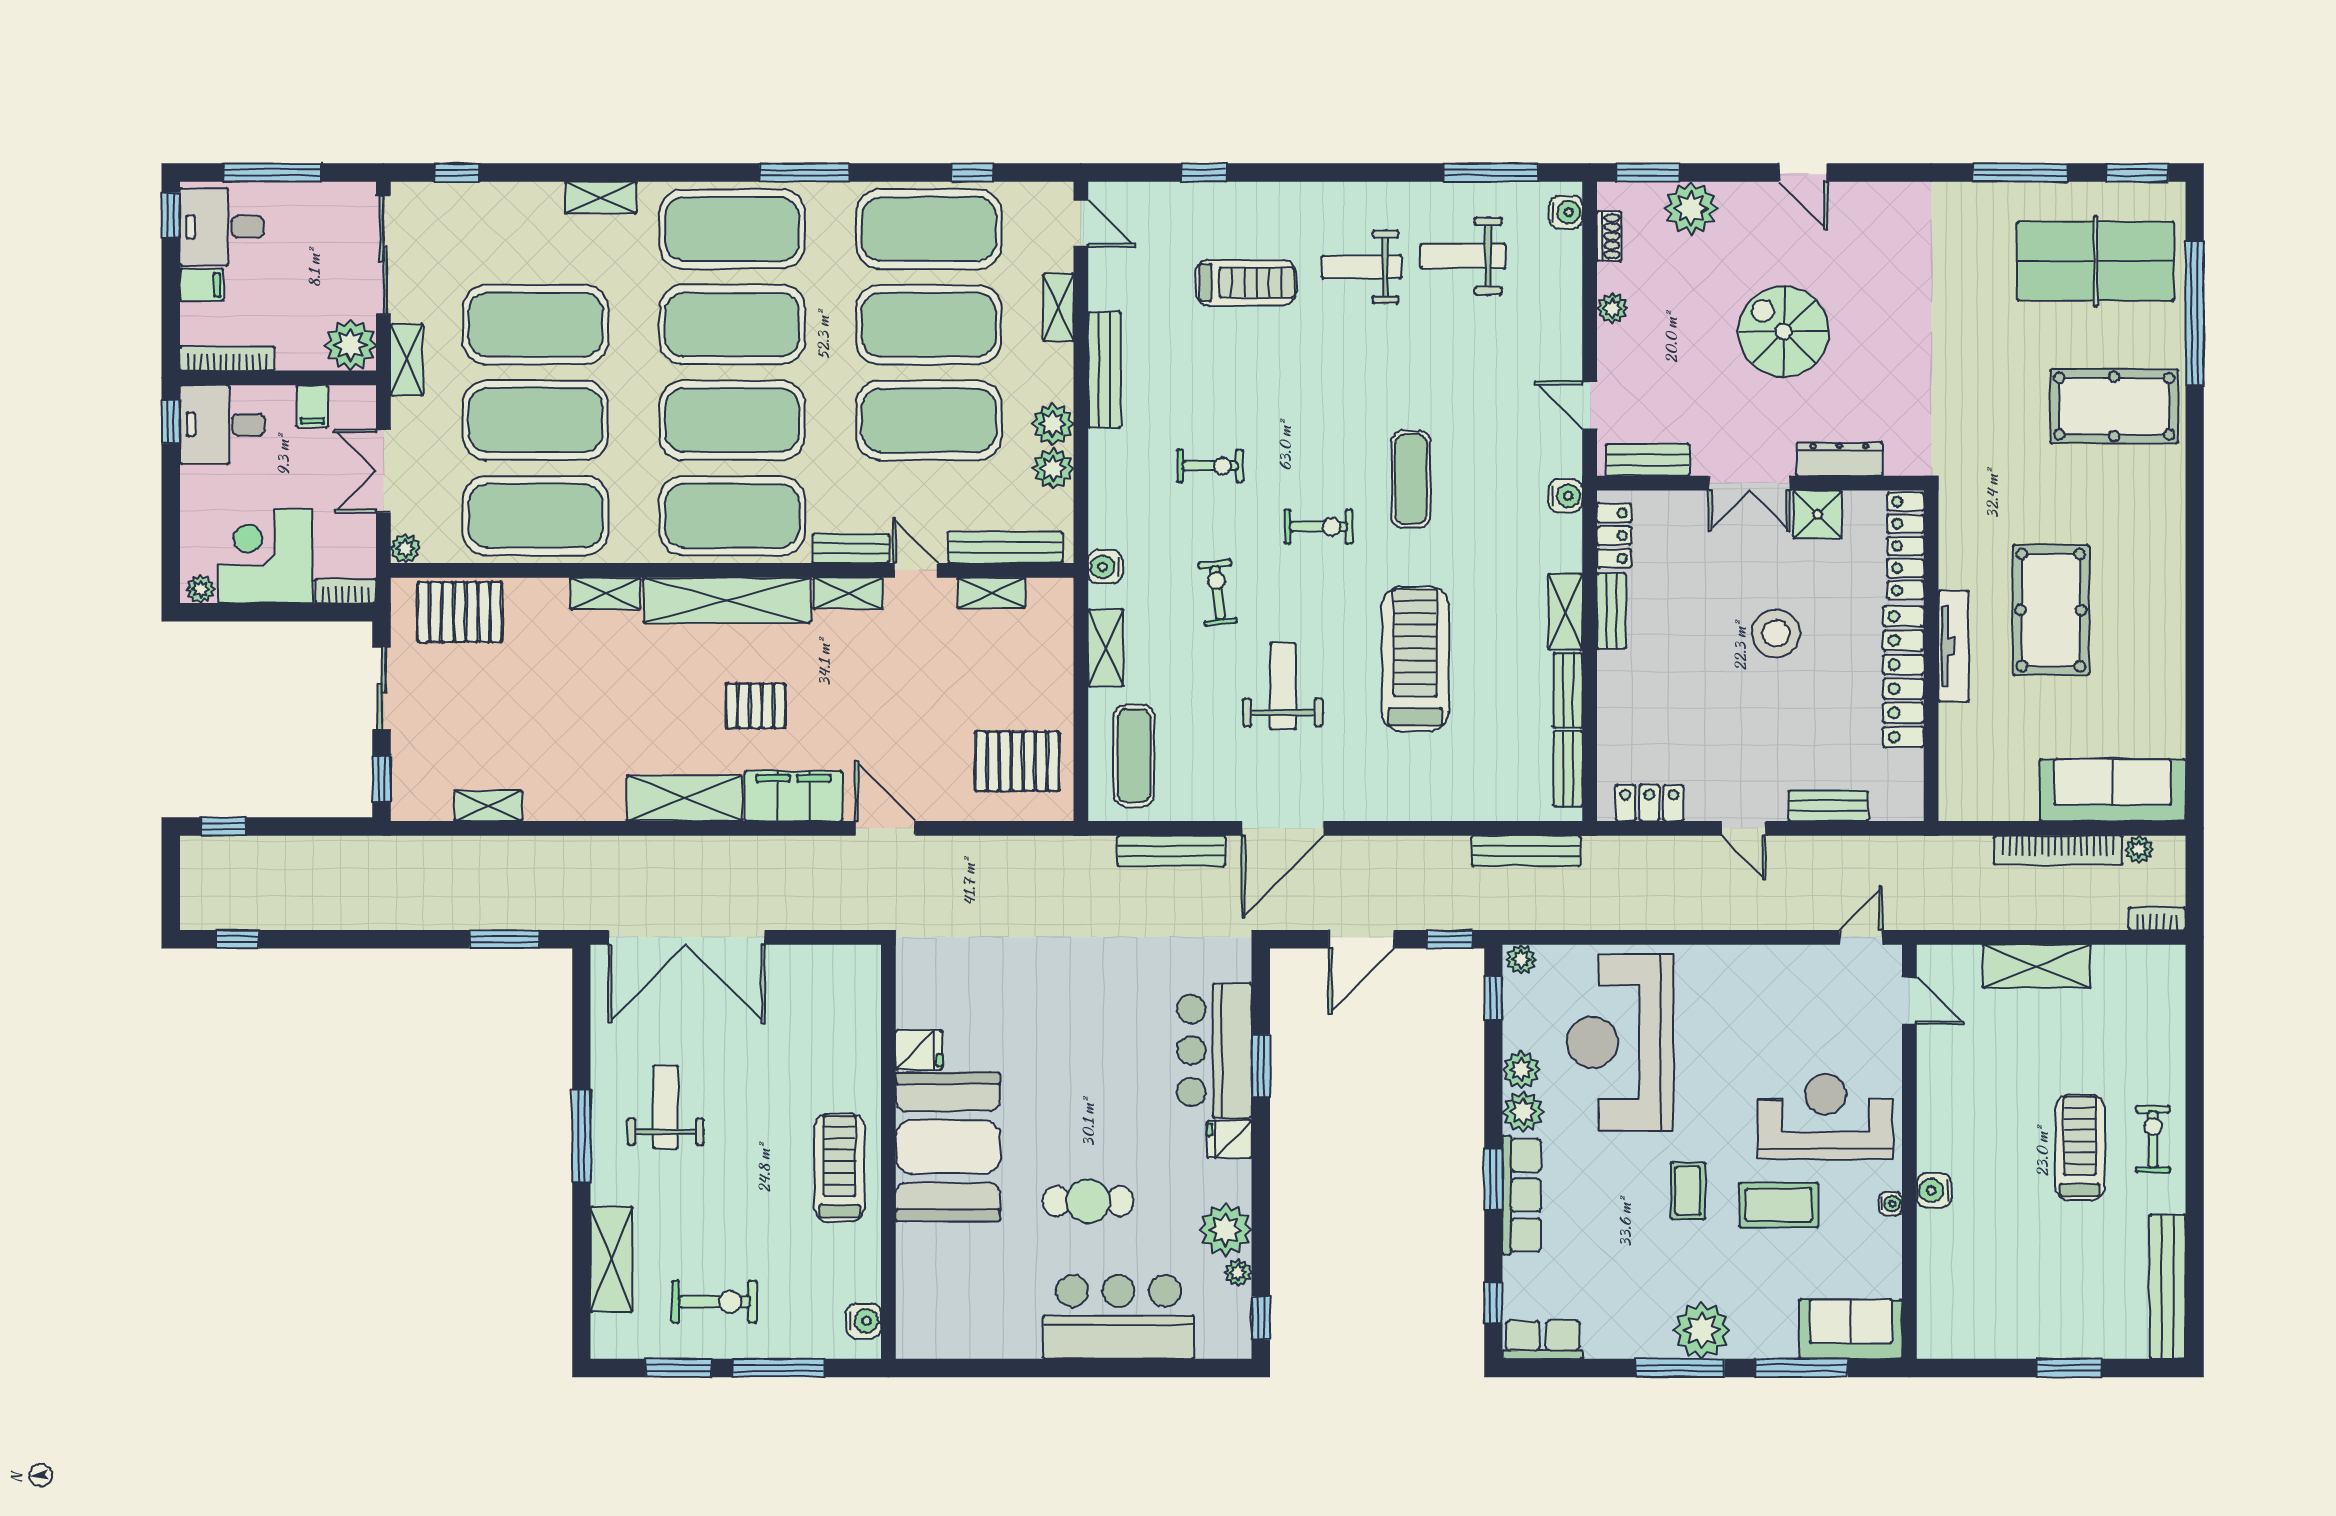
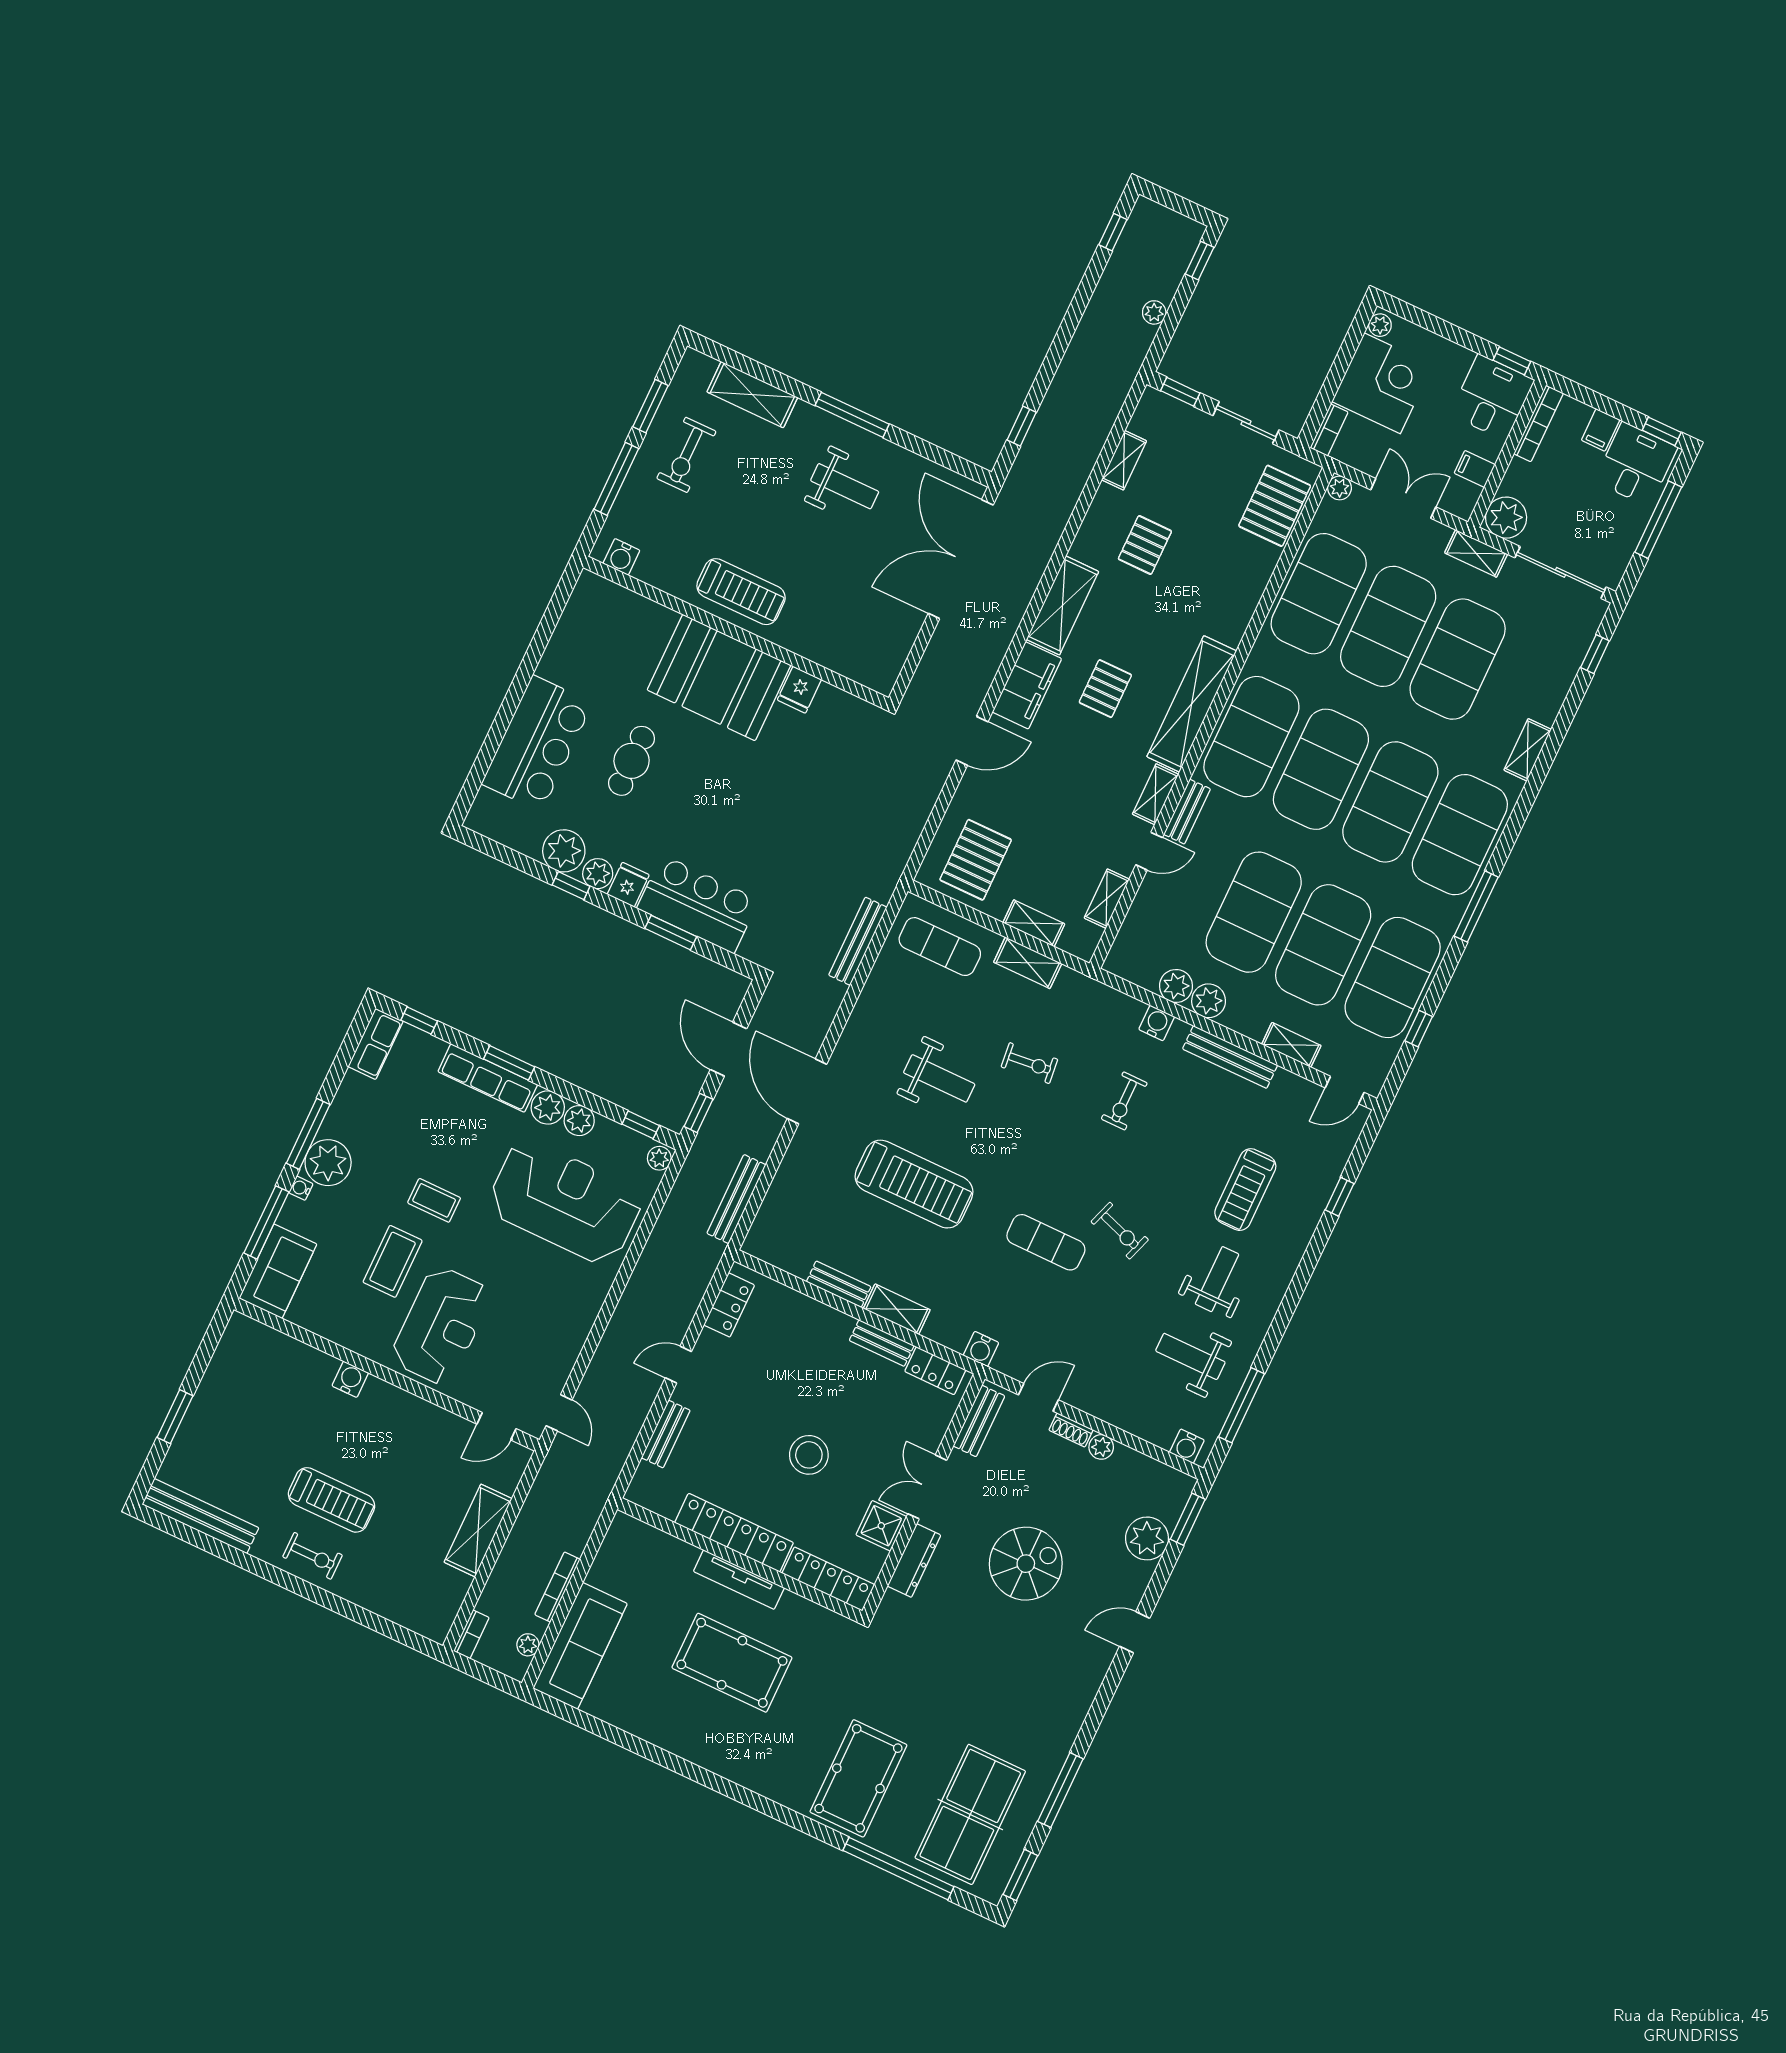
shoe rack: (1609, 236) -> (1071, 1430), moved
weight bench: (1463, 256) -> (1190, 1356), turned -90
exercise bike: (1319, 527) -> (1120, 1231), moved, turned -71
bench: (1005, 547) -> (1135, 924), removed
water cooler: (1105, 567) -> (1157, 1023), moved
shelving: (605, 594) -> (1034, 923), moved, turned 90
pallet: (573, 737) -> (1145, 545), added
bench: (1568, 769) -> (782, 1257), removed
door: (1283, 828) -> (807, 1091), moved
plant: (306, 850) -> (1154, 312), added
bookcase: (2058, 850) -> (557, 1587), width x0.68, depth x0.76
window: (504, 939) -> (1022, 426), width x0.67
water cooler: (1891, 1204) -> (301, 1188), moved, turned 90
plant: (1238, 1273) -> (598, 874), moved, width x1.38, depth x1.38
window: (1261, 1318) -> (571, 886), moved

